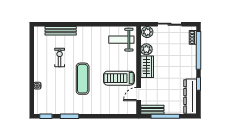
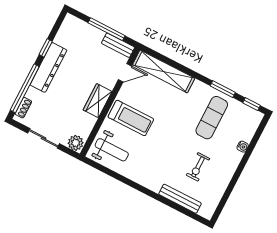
plant: (146, 49) -> (87, 122), removed
treadmill: (119, 78) -> (131, 118), moved
exercise mat: (83, 79) -> (212, 118), moved
dresser: (190, 96) -> (48, 67), moved
shelving: (114, 108) -> (164, 71), added

